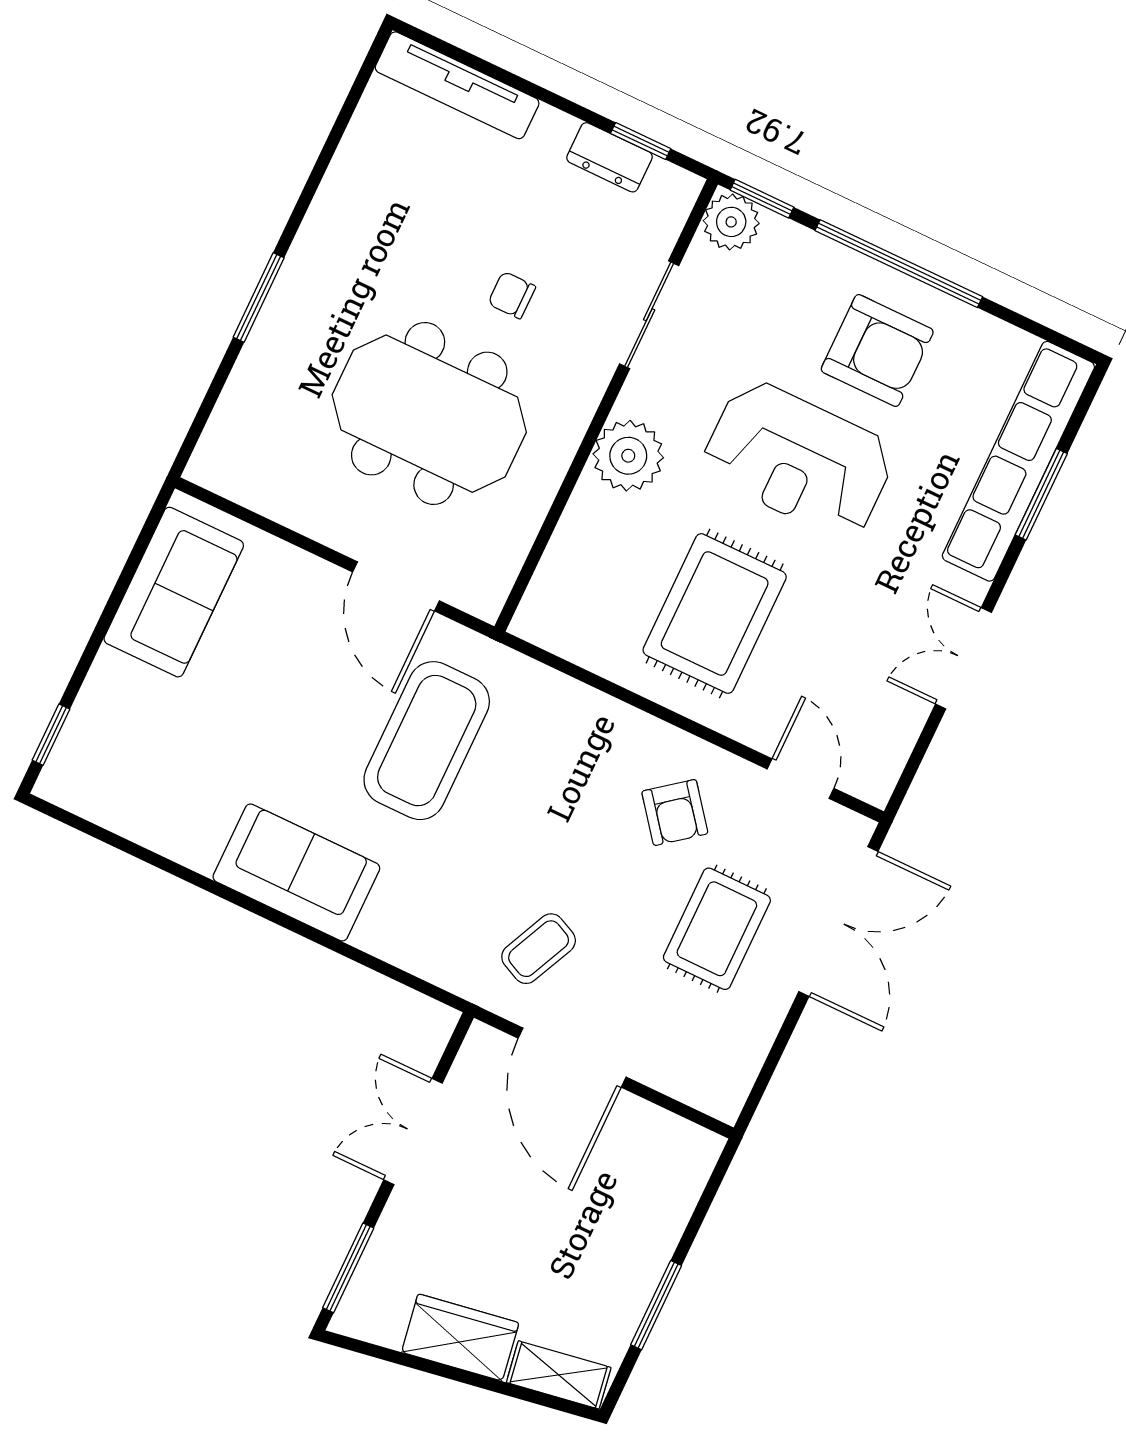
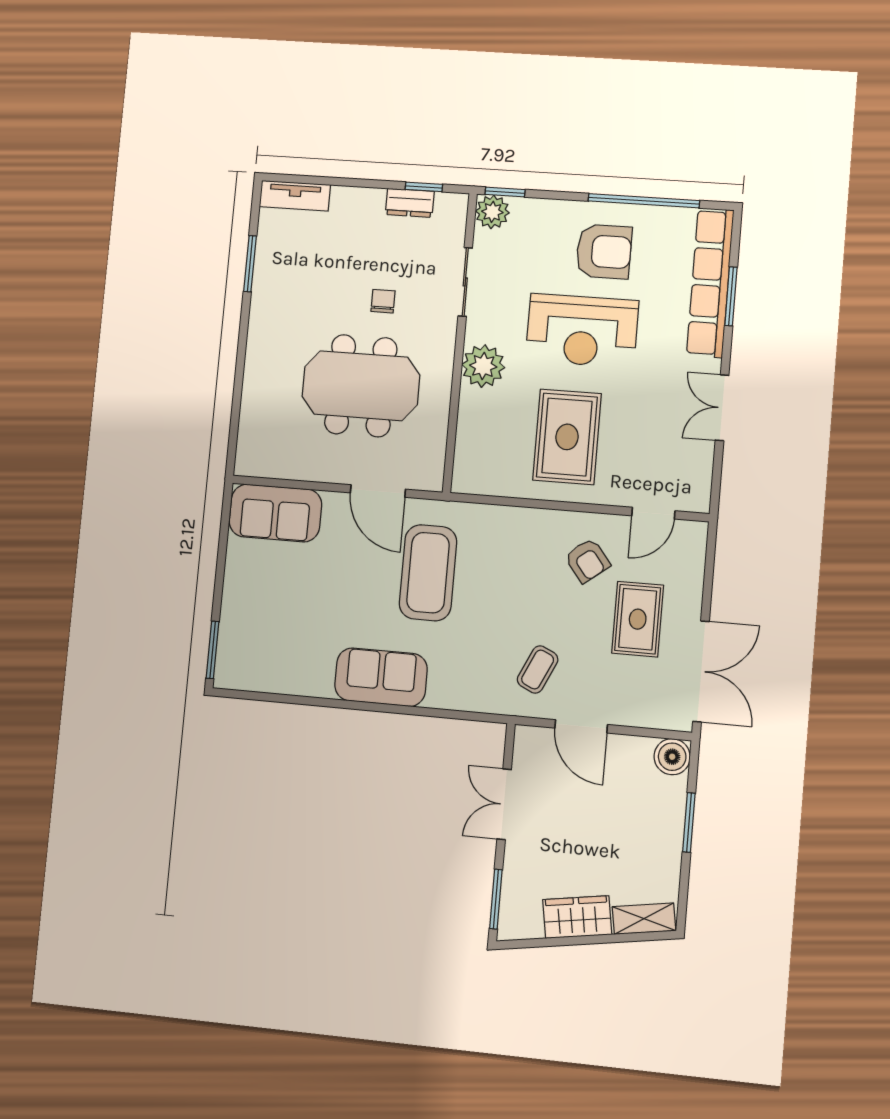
tv unit: (457, 85) -> (295, 196), width x0.71
window: (899, 264) -> (644, 201), moved
chair: (512, 295) -> (383, 301), turned 90
window: (259, 298) -> (250, 264), moved
sofa: (174, 592) -> (275, 513), moved, turned 90
window: (51, 735) -> (213, 650), width x1.50
door: (801, 779) -> (653, 513), swing flipped
double door: (838, 922) -> (701, 671), moved
door: (572, 1058) -> (581, 726), width x0.73
boiler: (691, 1152) -> (672, 757), added
window: (656, 1305) -> (689, 823), moved

